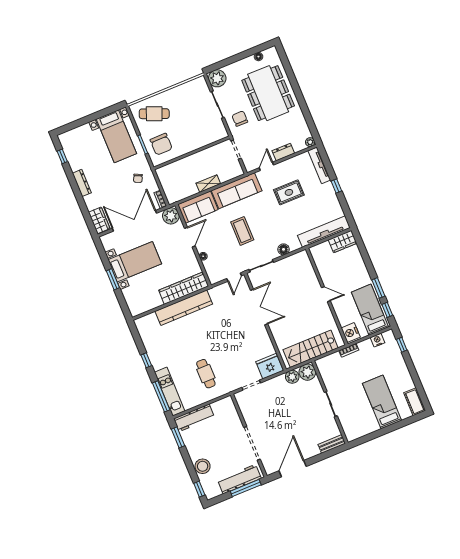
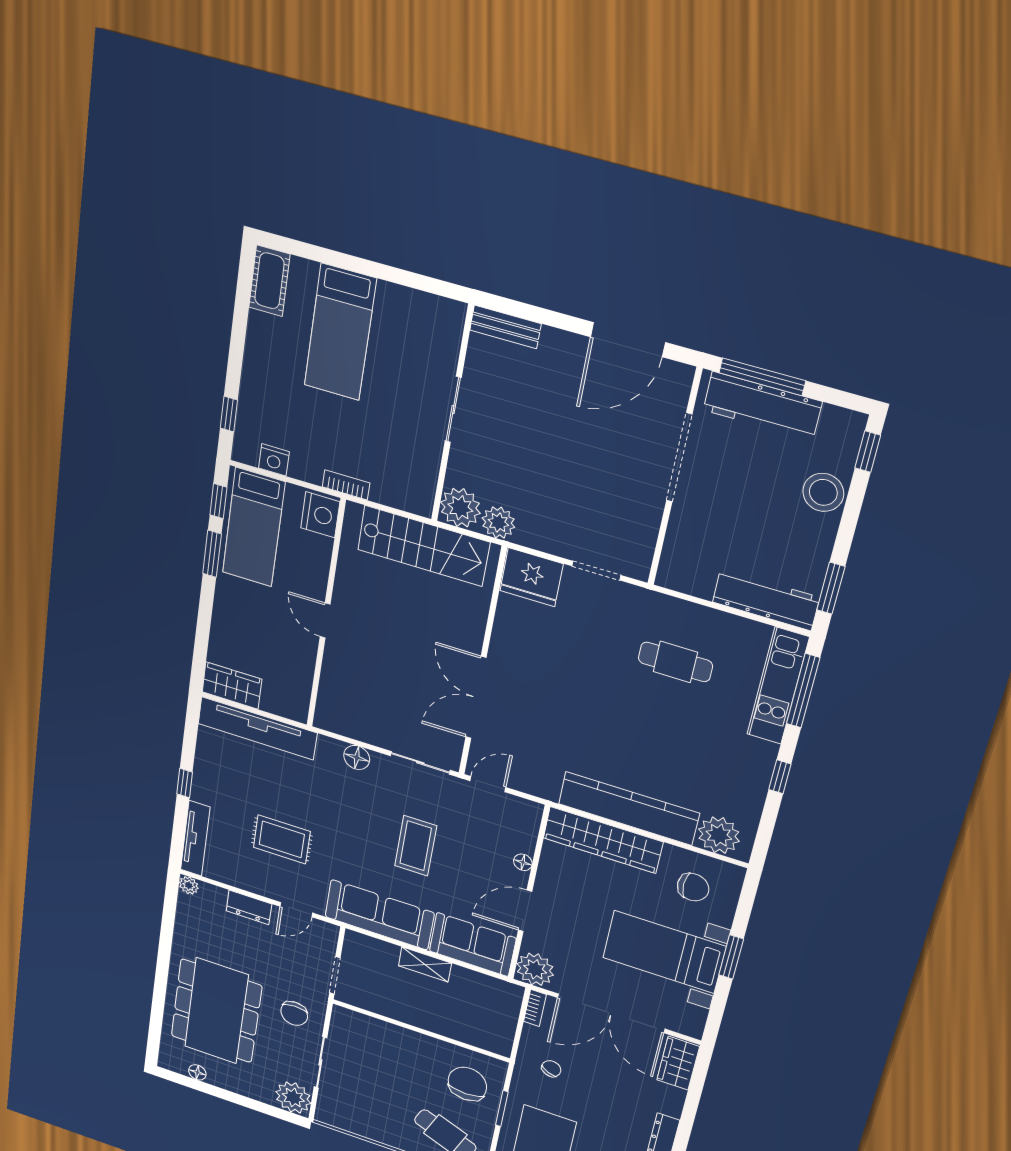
chair: (143, 296) -> (693, 887), added
plant: (149, 322) -> (719, 835), added
cafe table: (206, 374) -> (675, 662), turned 90

